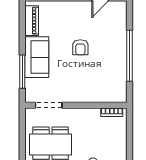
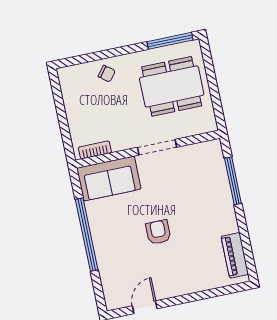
sofa: (37, 57) -> (109, 178), moved, turned -90
doorway: (49, 105) -> (157, 147), moved

